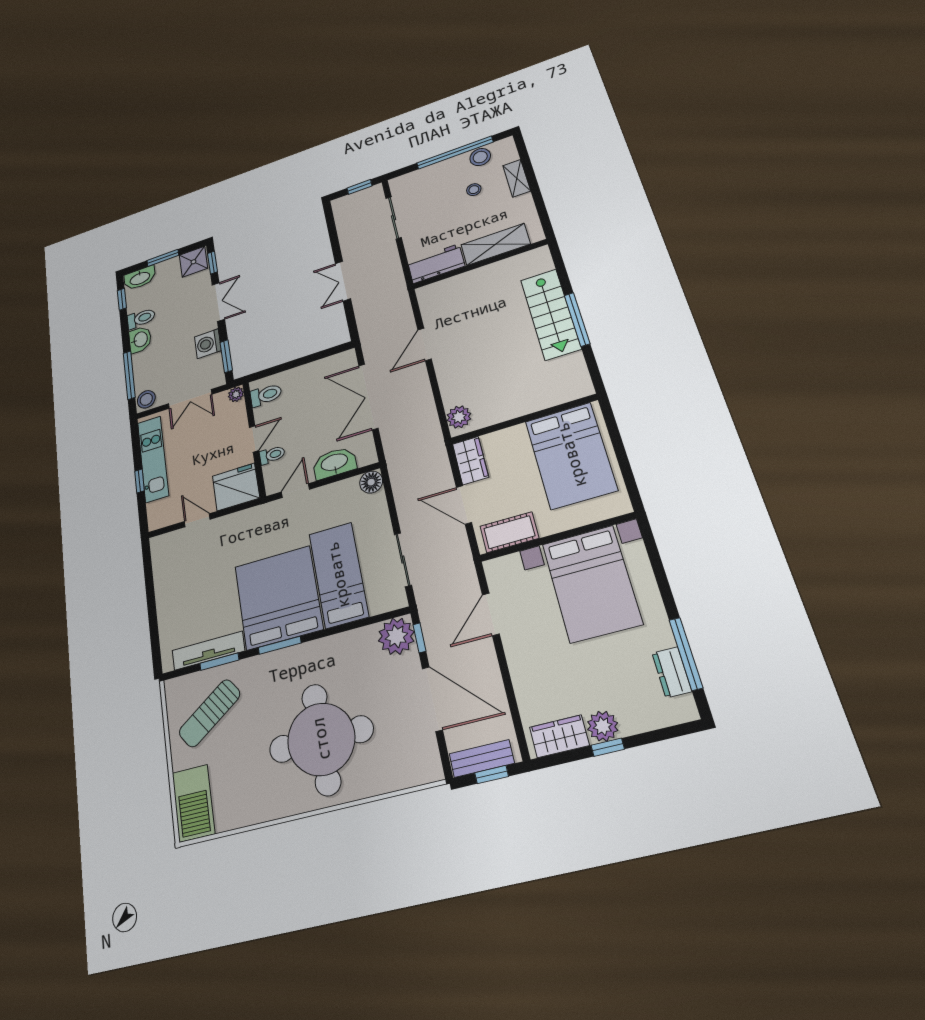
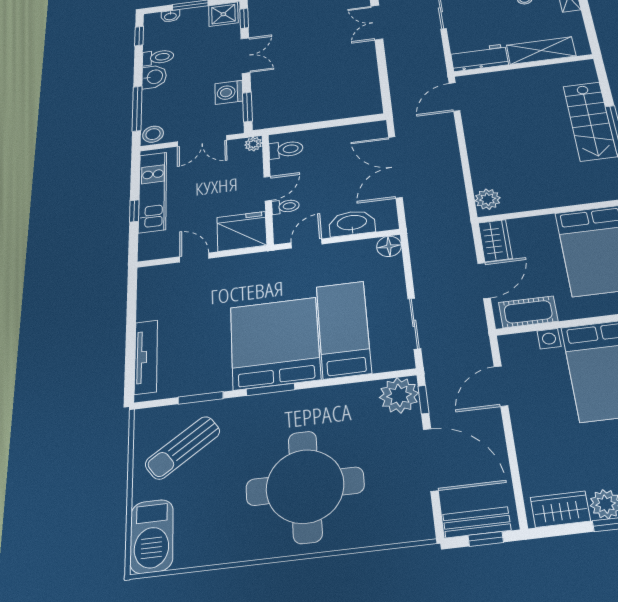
washbasin: (140, 278) -> (170, 16), width x0.52, depth x0.69
double door: (343, 281) -> (377, 22), moved
door: (425, 344) -> (454, 97), moved
door: (464, 505) -> (484, 281), swing flipped
tv unit: (208, 651) -> (146, 357), moved, turned 90

